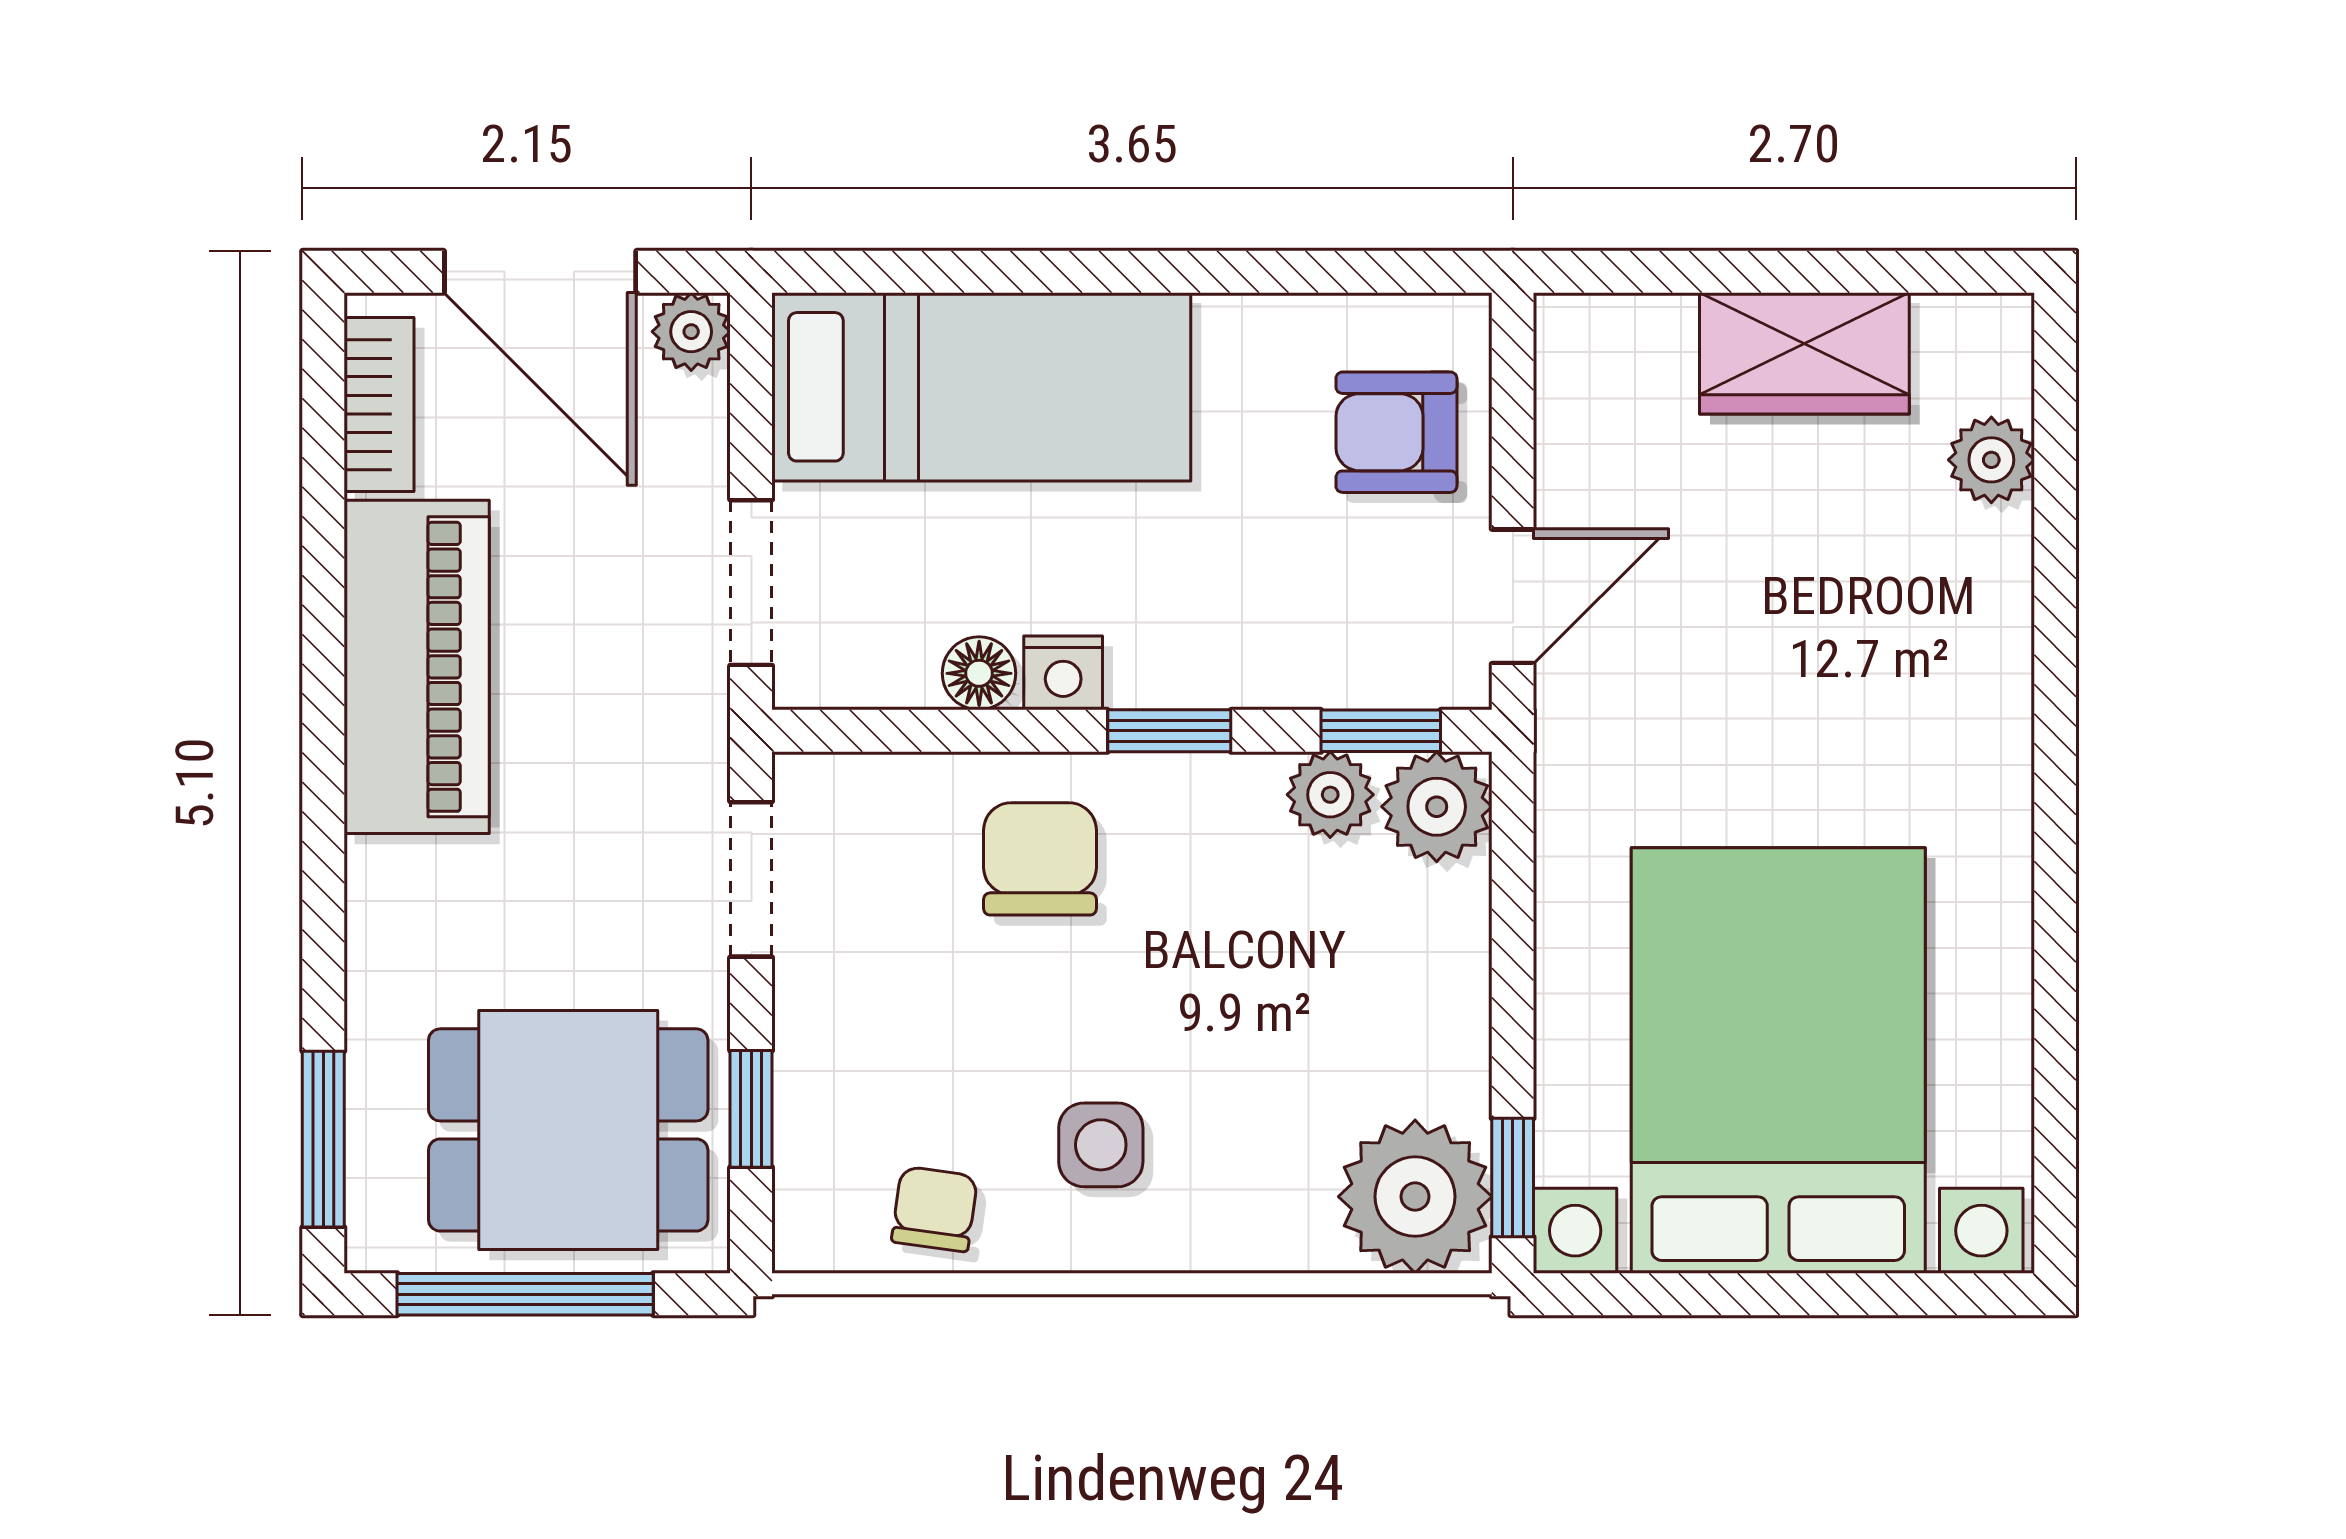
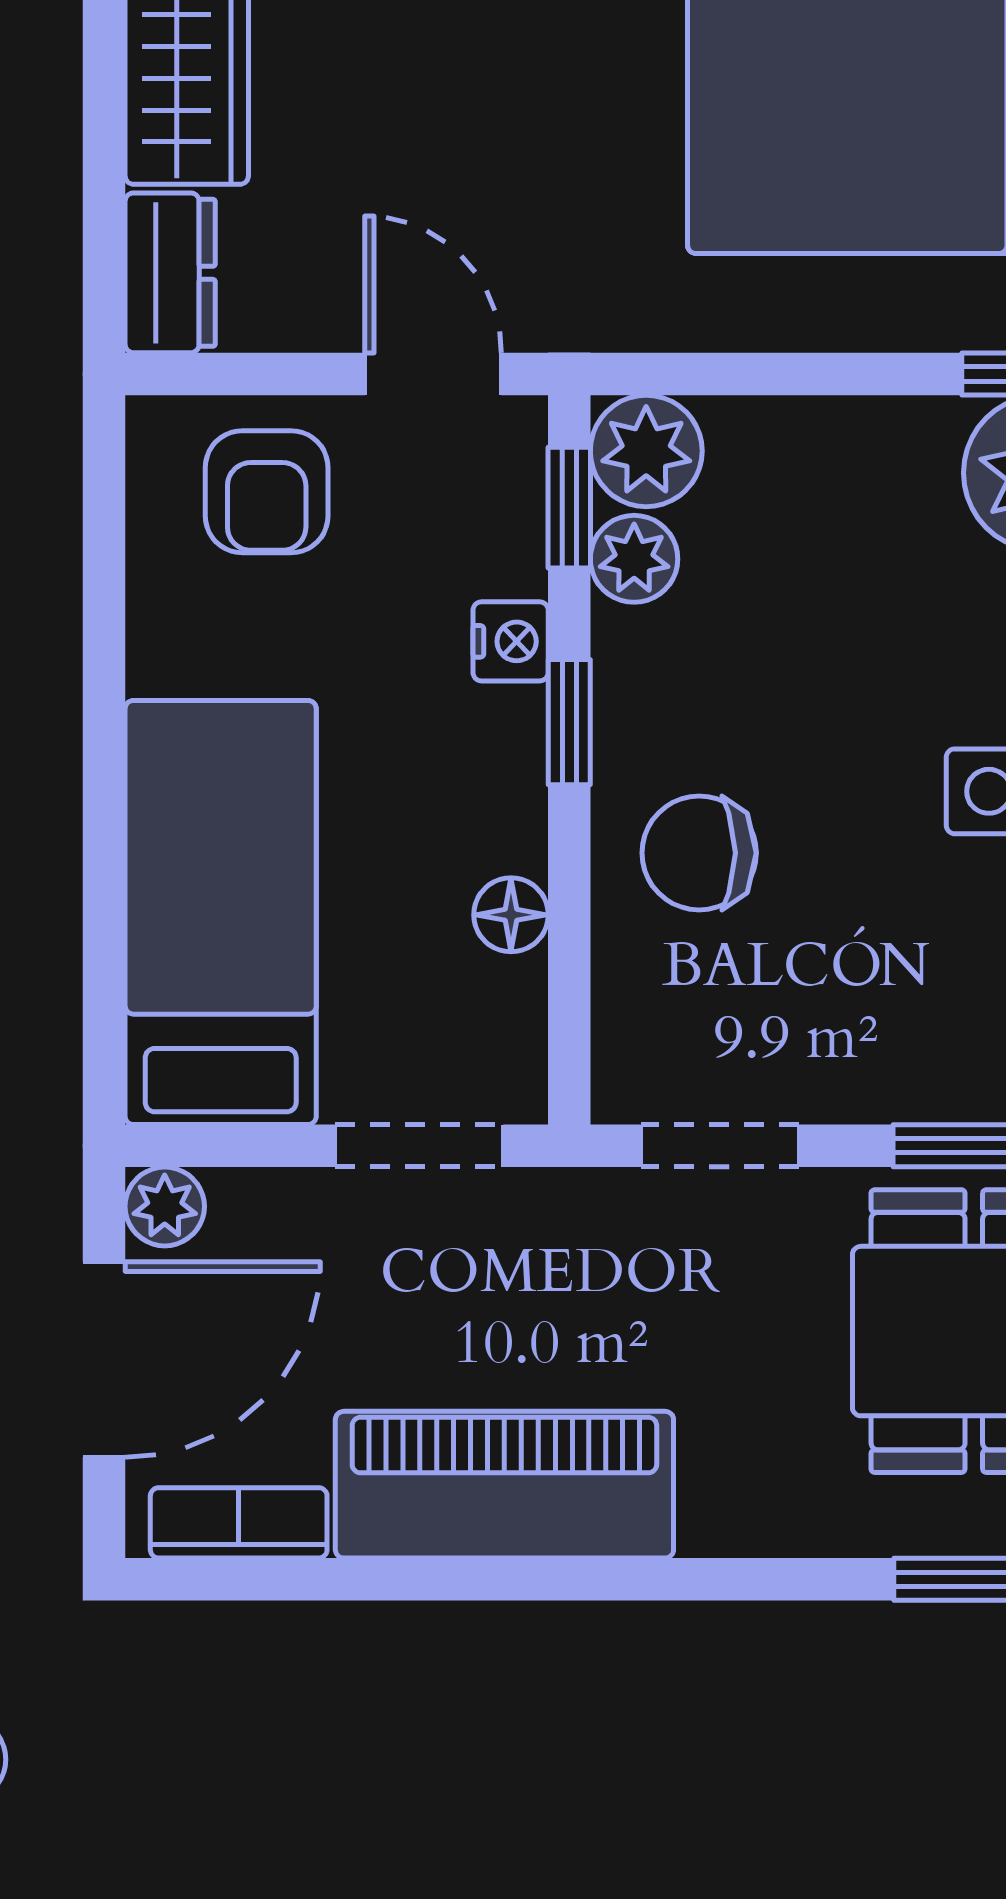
dresser: (1612, 337) -> (170, 273), added
nightstand: (1063, 673) -> (511, 641), moved

